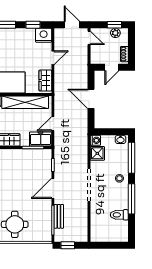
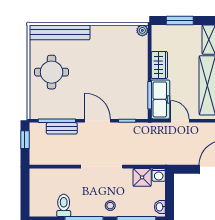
freezer: (41, 139) -> (160, 99), width x1.40

